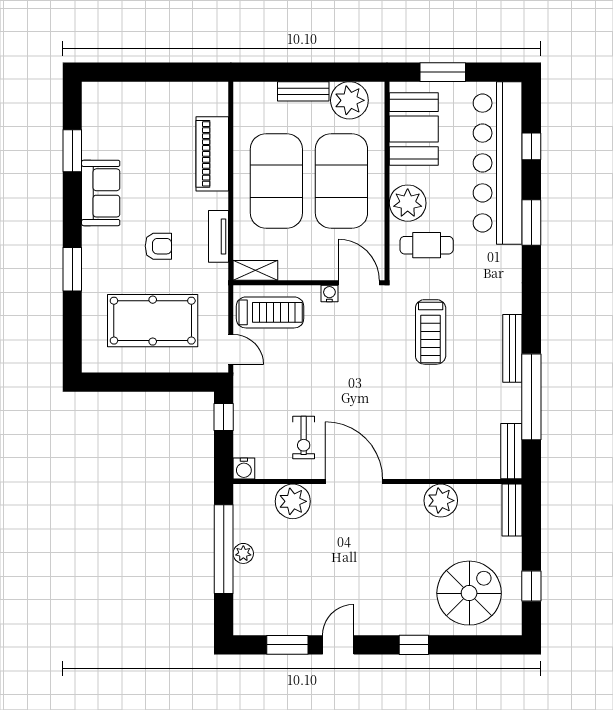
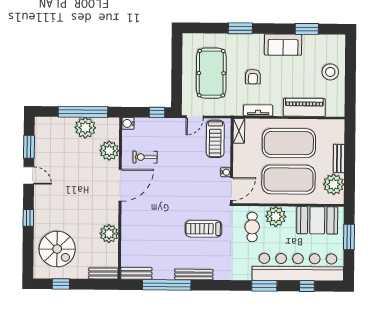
stool: (149, 108) -> (330, 72), added
plant: (243, 553) -> (85, 128), width x1.88, depth x1.88

